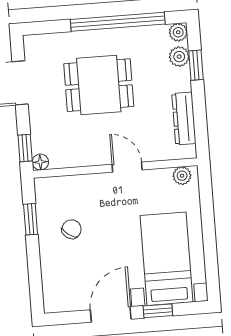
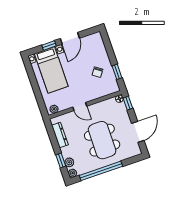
dining table: (99, 85) -> (102, 140), width x1.38

